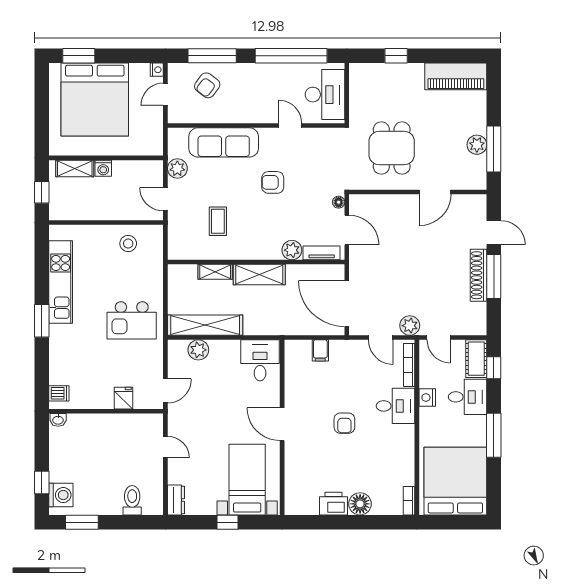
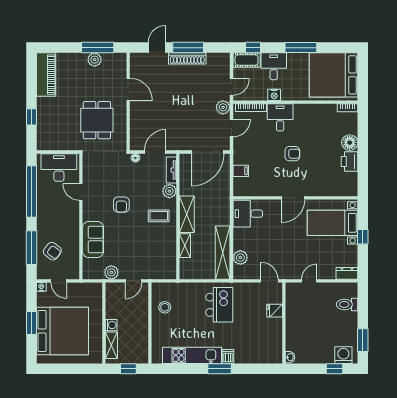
window: (79, 56) -> (31, 323), moved
door: (290, 126) -> (81, 192), hinge flipped
sofa: (224, 142) -> (93, 239), width x0.73
dining table: (392, 148) -> (97, 120), turned 90
coffee table: (218, 221) -> (159, 216), moved
dishwasher: (59, 393) -> (228, 356), moved

